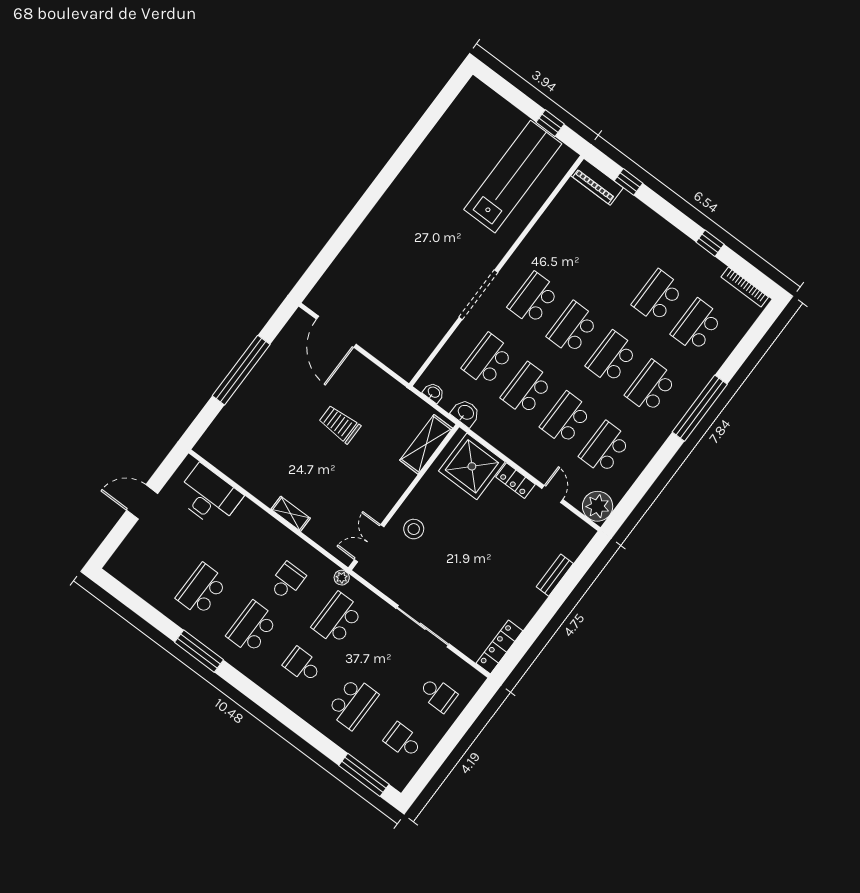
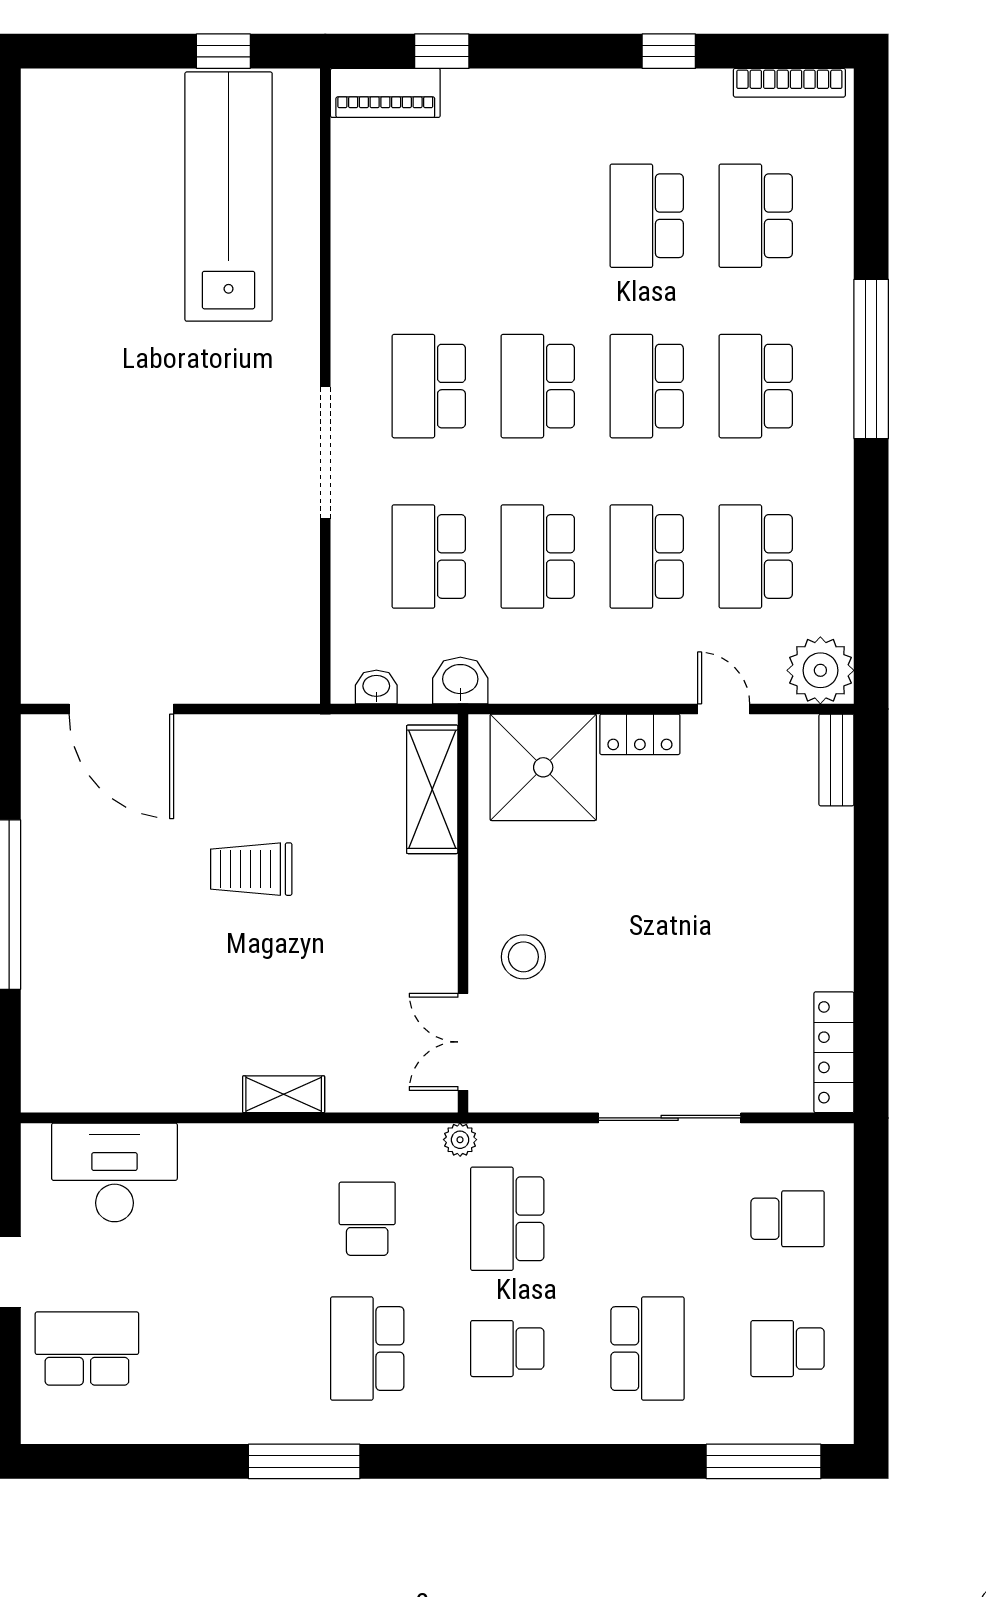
bench: (555, 575) -> (836, 760), moved
school desk: (202, 590) -> (87, 1349), moved, turned 90

